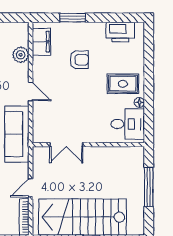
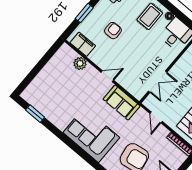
sofa: (17, 134) -> (122, 102), width x0.73
door: (31, 188) -> (156, 117), moved

